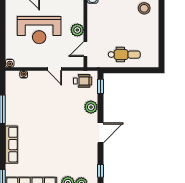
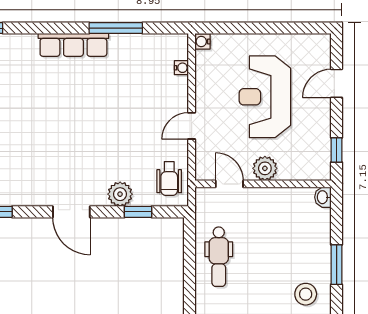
window: (100, 86) -> (138, 212), moved
row of seats: (12, 145) -> (73, 45), moved

